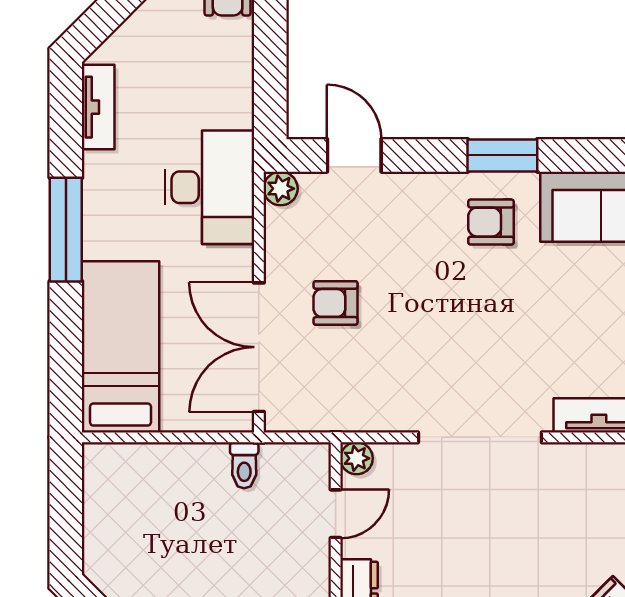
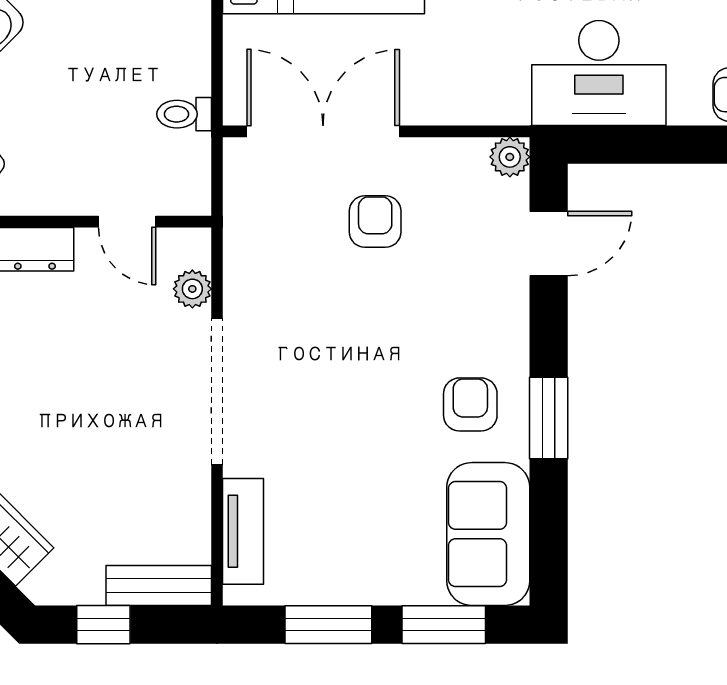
desk: (209, 187) -> (599, 73), moved
plant: (357, 458) -> (192, 289), moved

